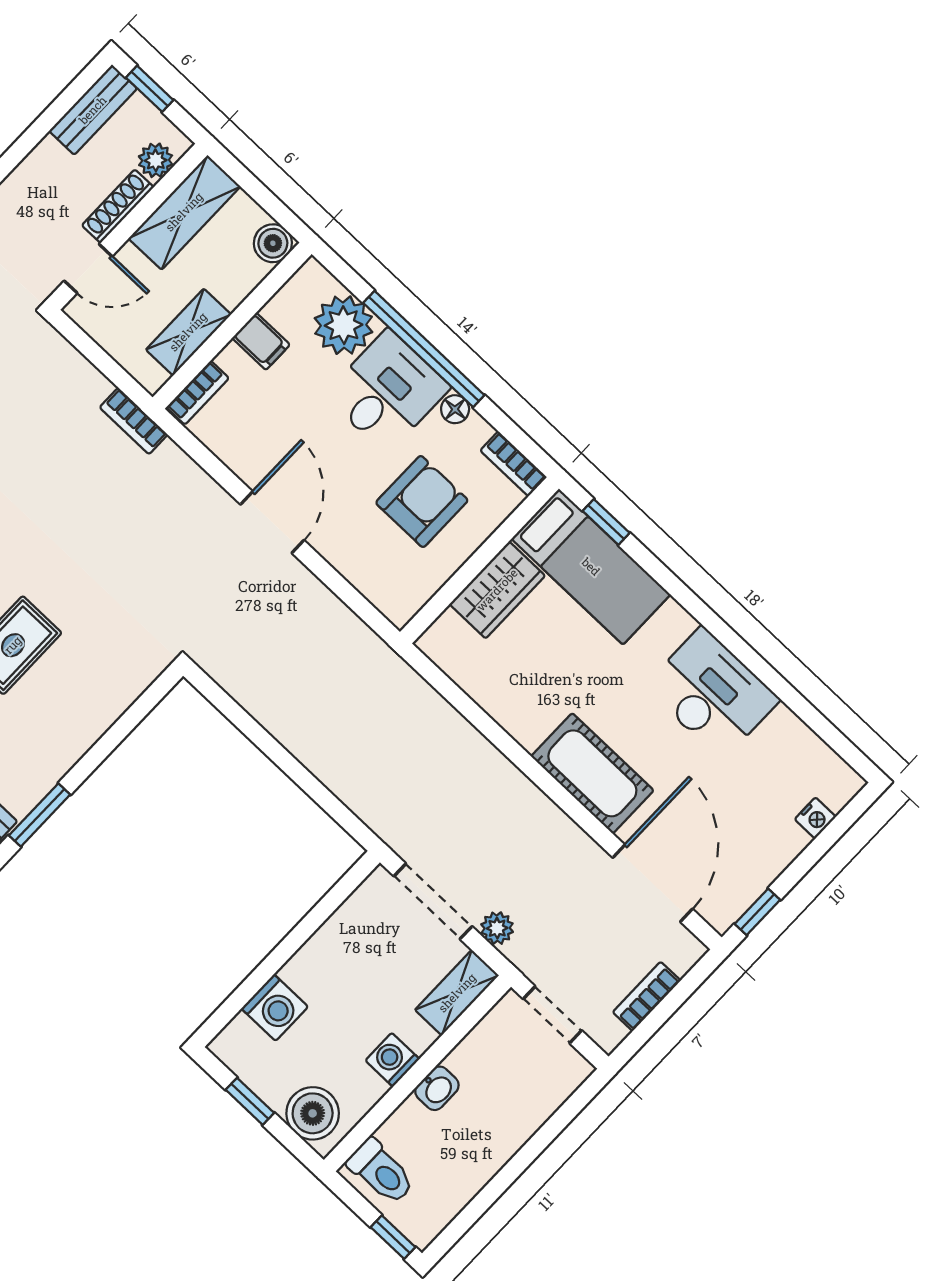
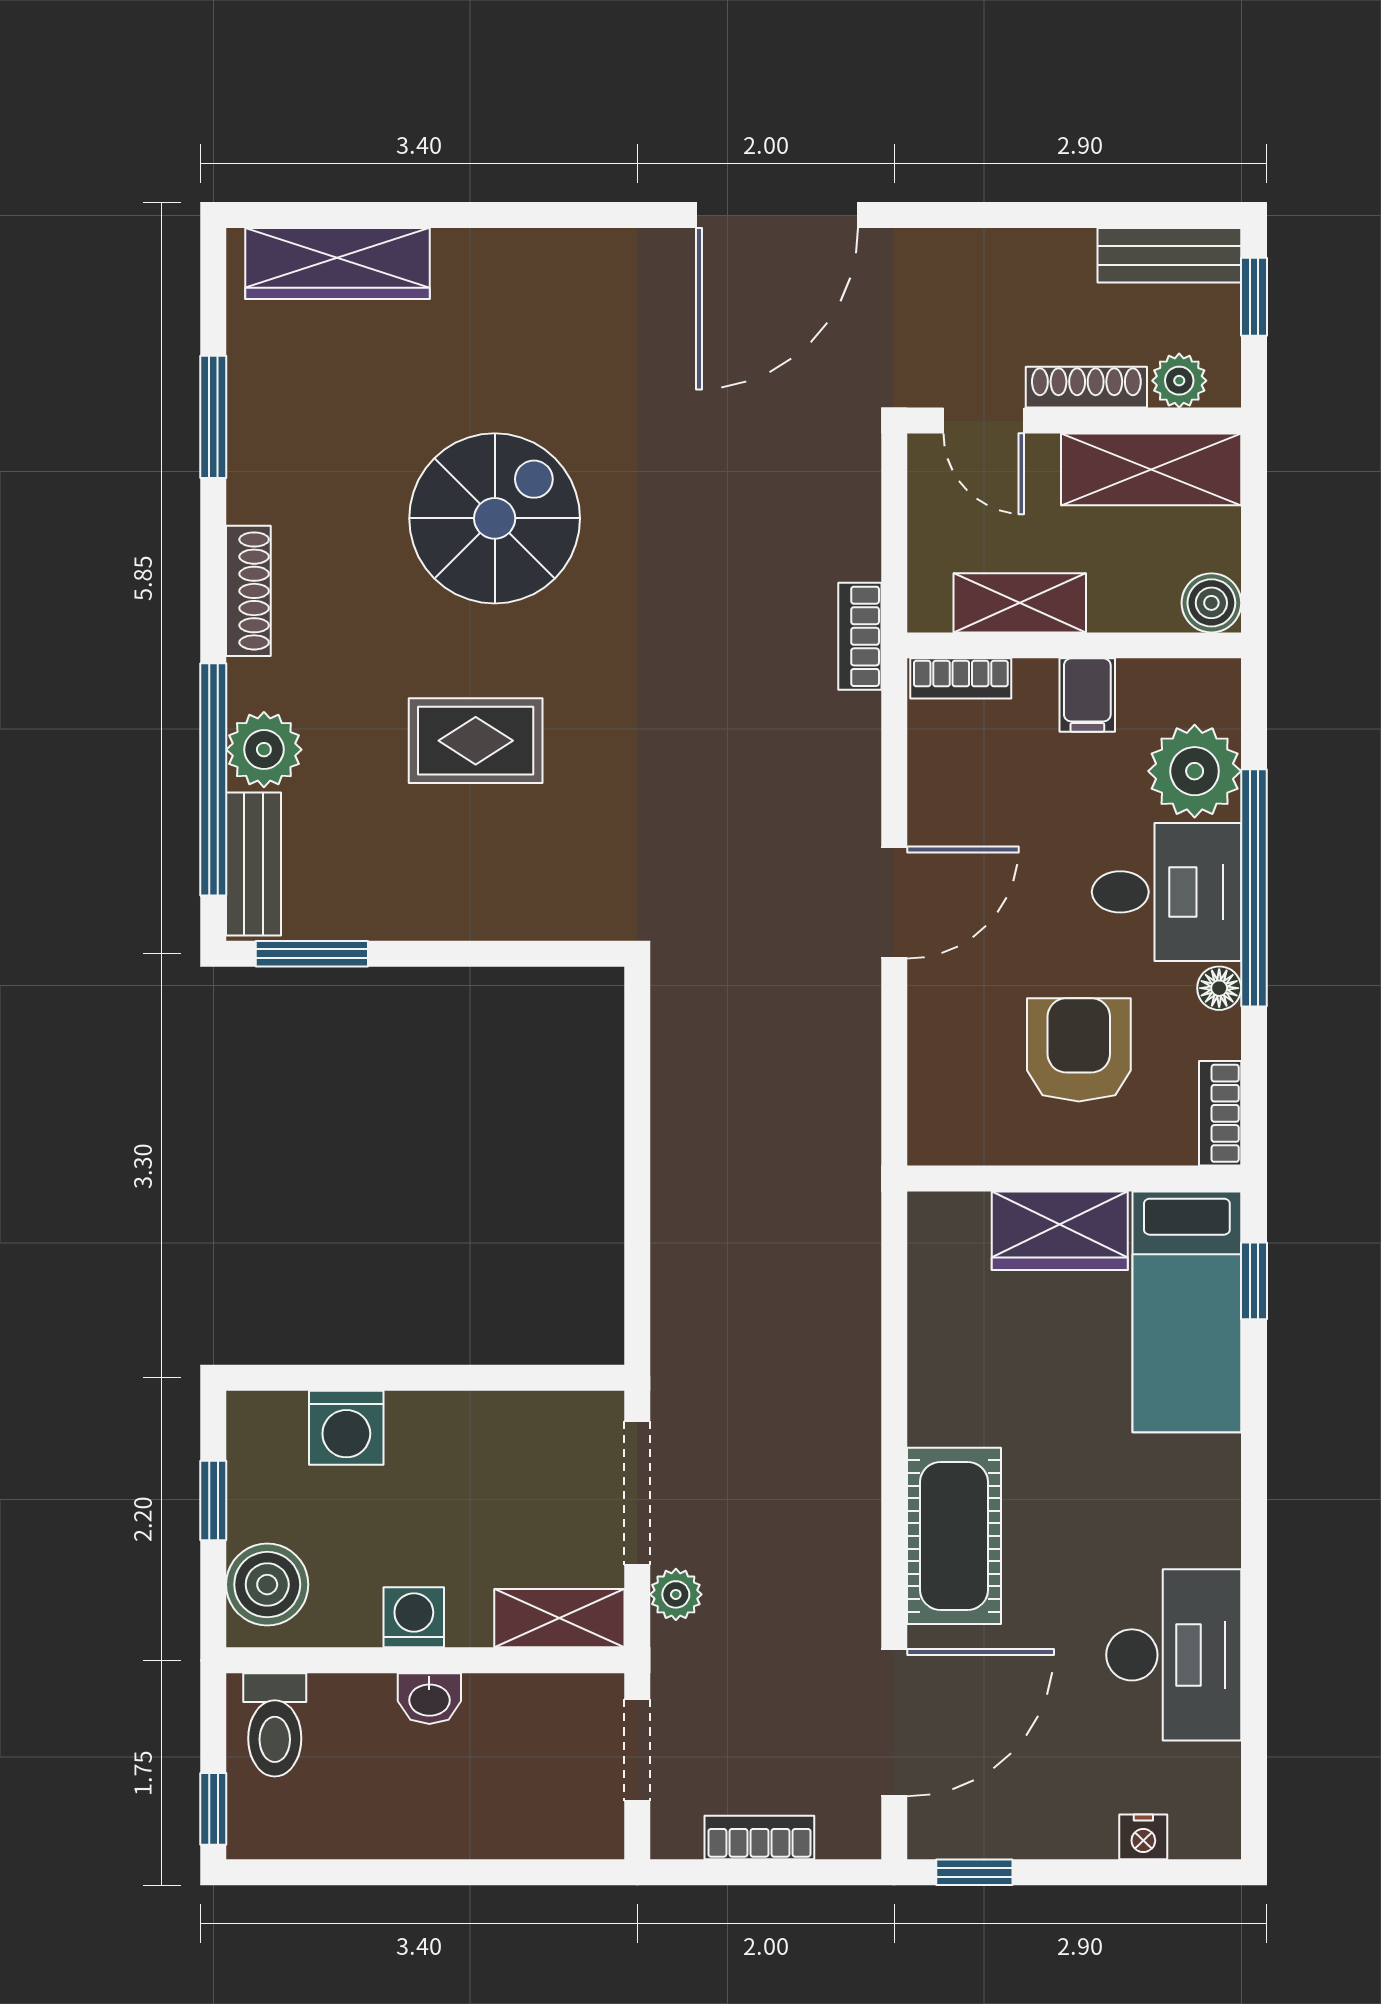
armchair: (422, 501) -> (1079, 1050), turned -90
desk: (712, 693) -> (1174, 1655), moved

